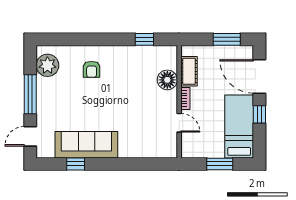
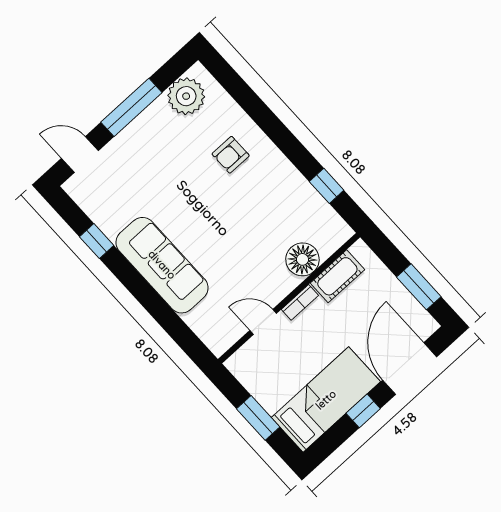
door: (179, 123) -> (263, 322), swing flipped
sofa: (86, 145) -> (162, 265), moved

